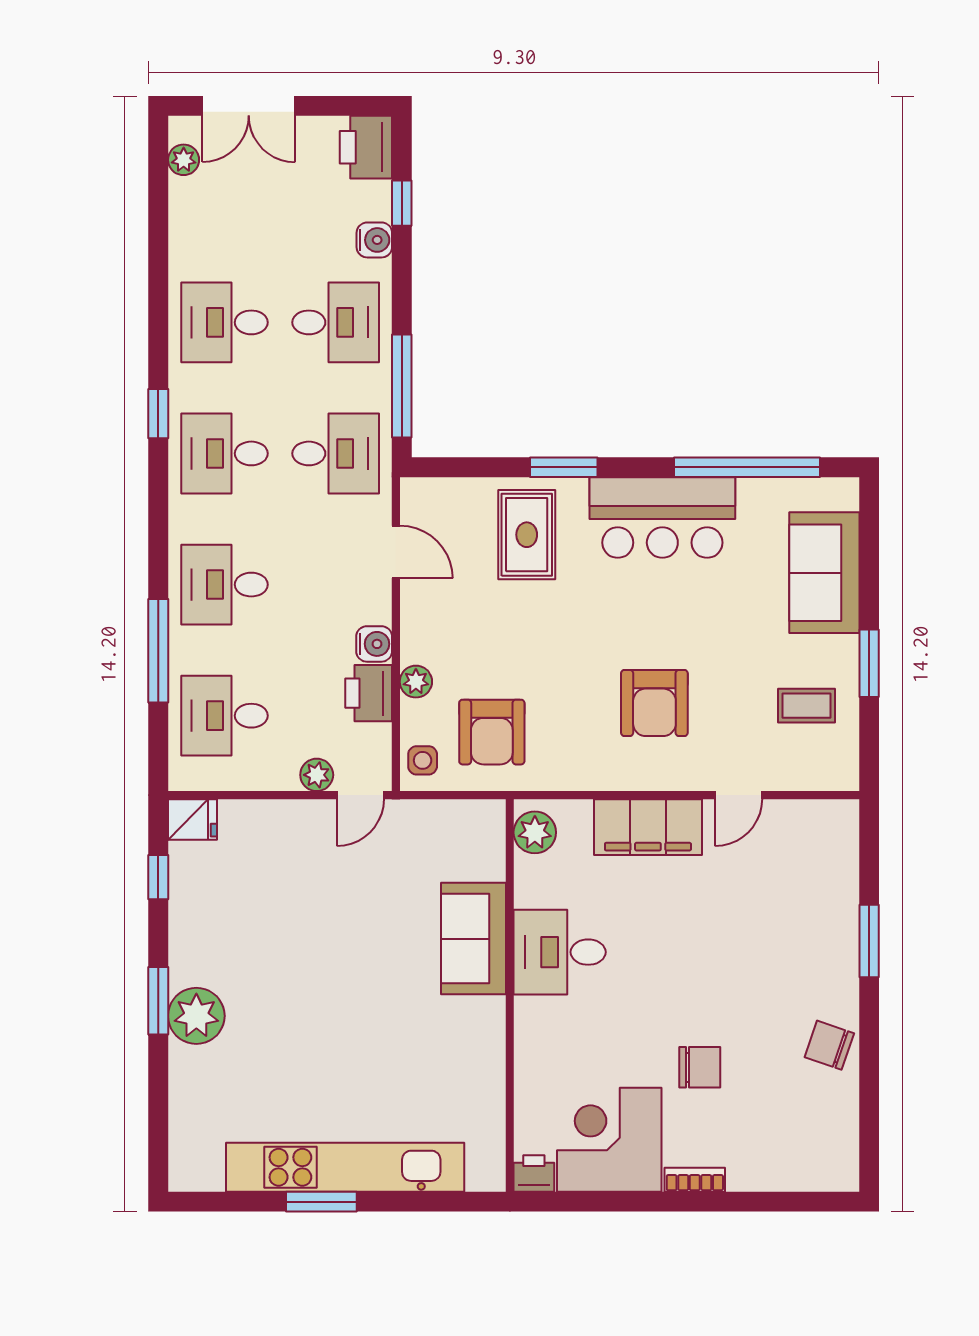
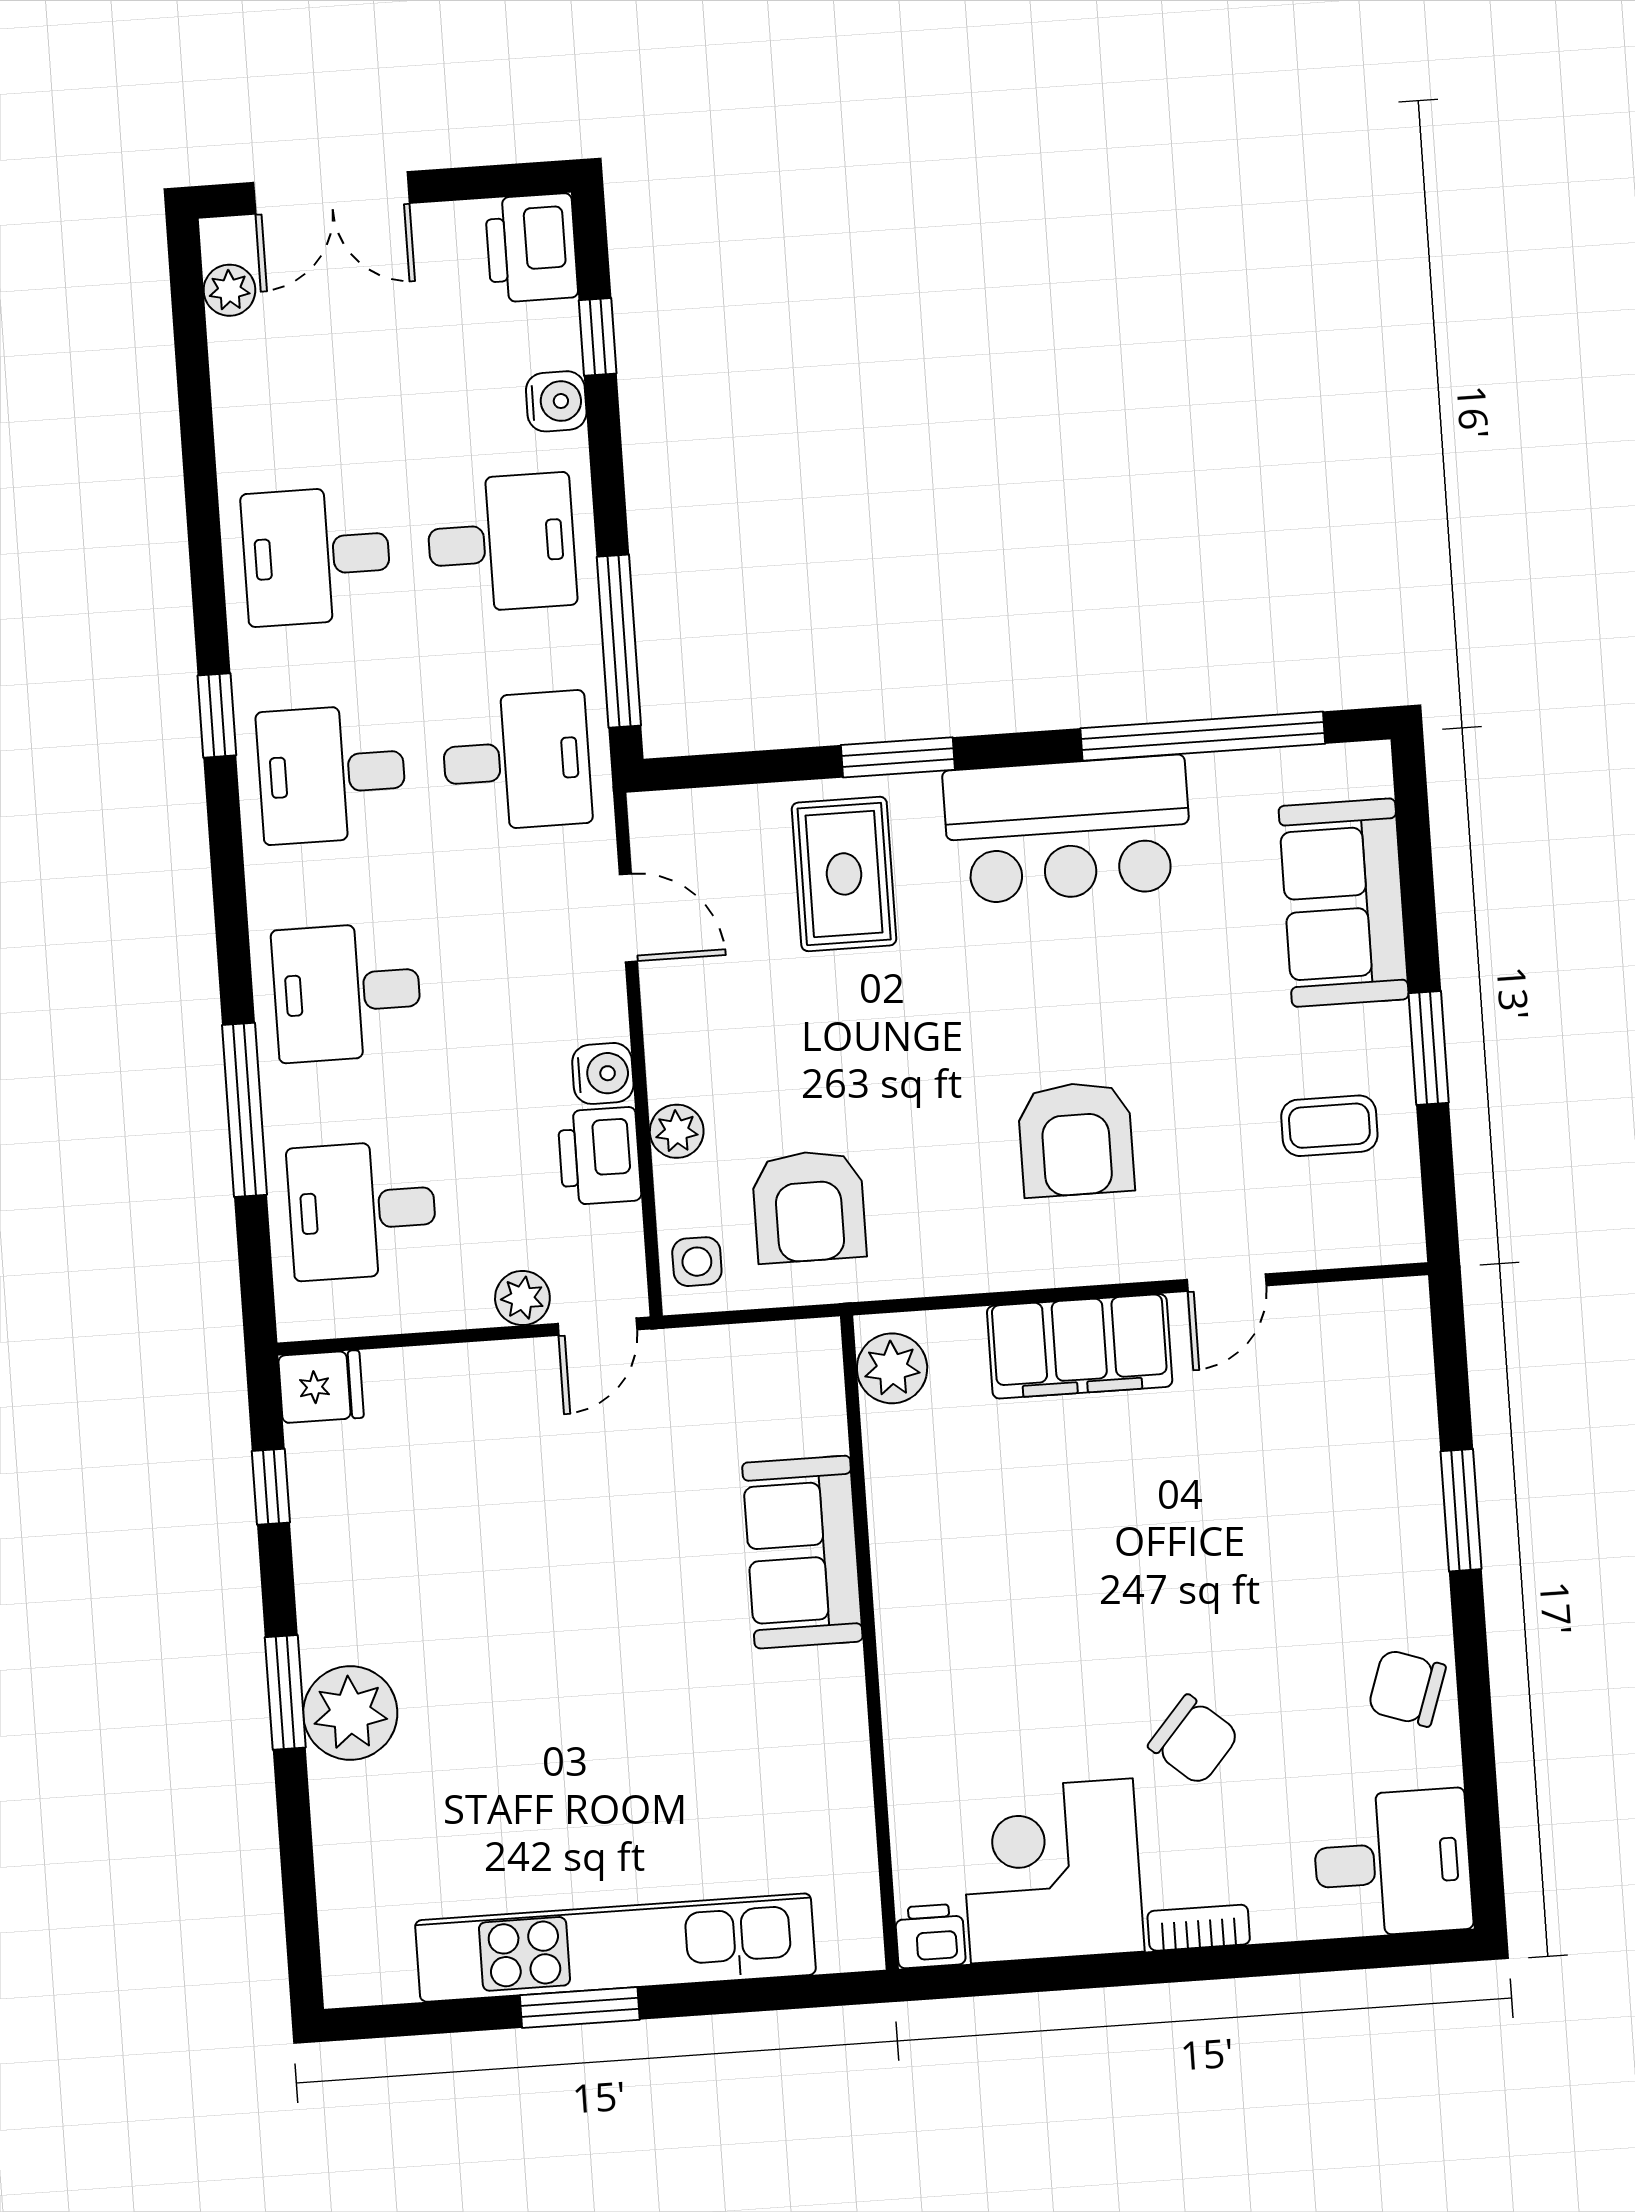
desk: (560, 952) -> (1392, 1863), moved, turned 180
chair: (700, 1067) -> (1194, 1740), turned 41

